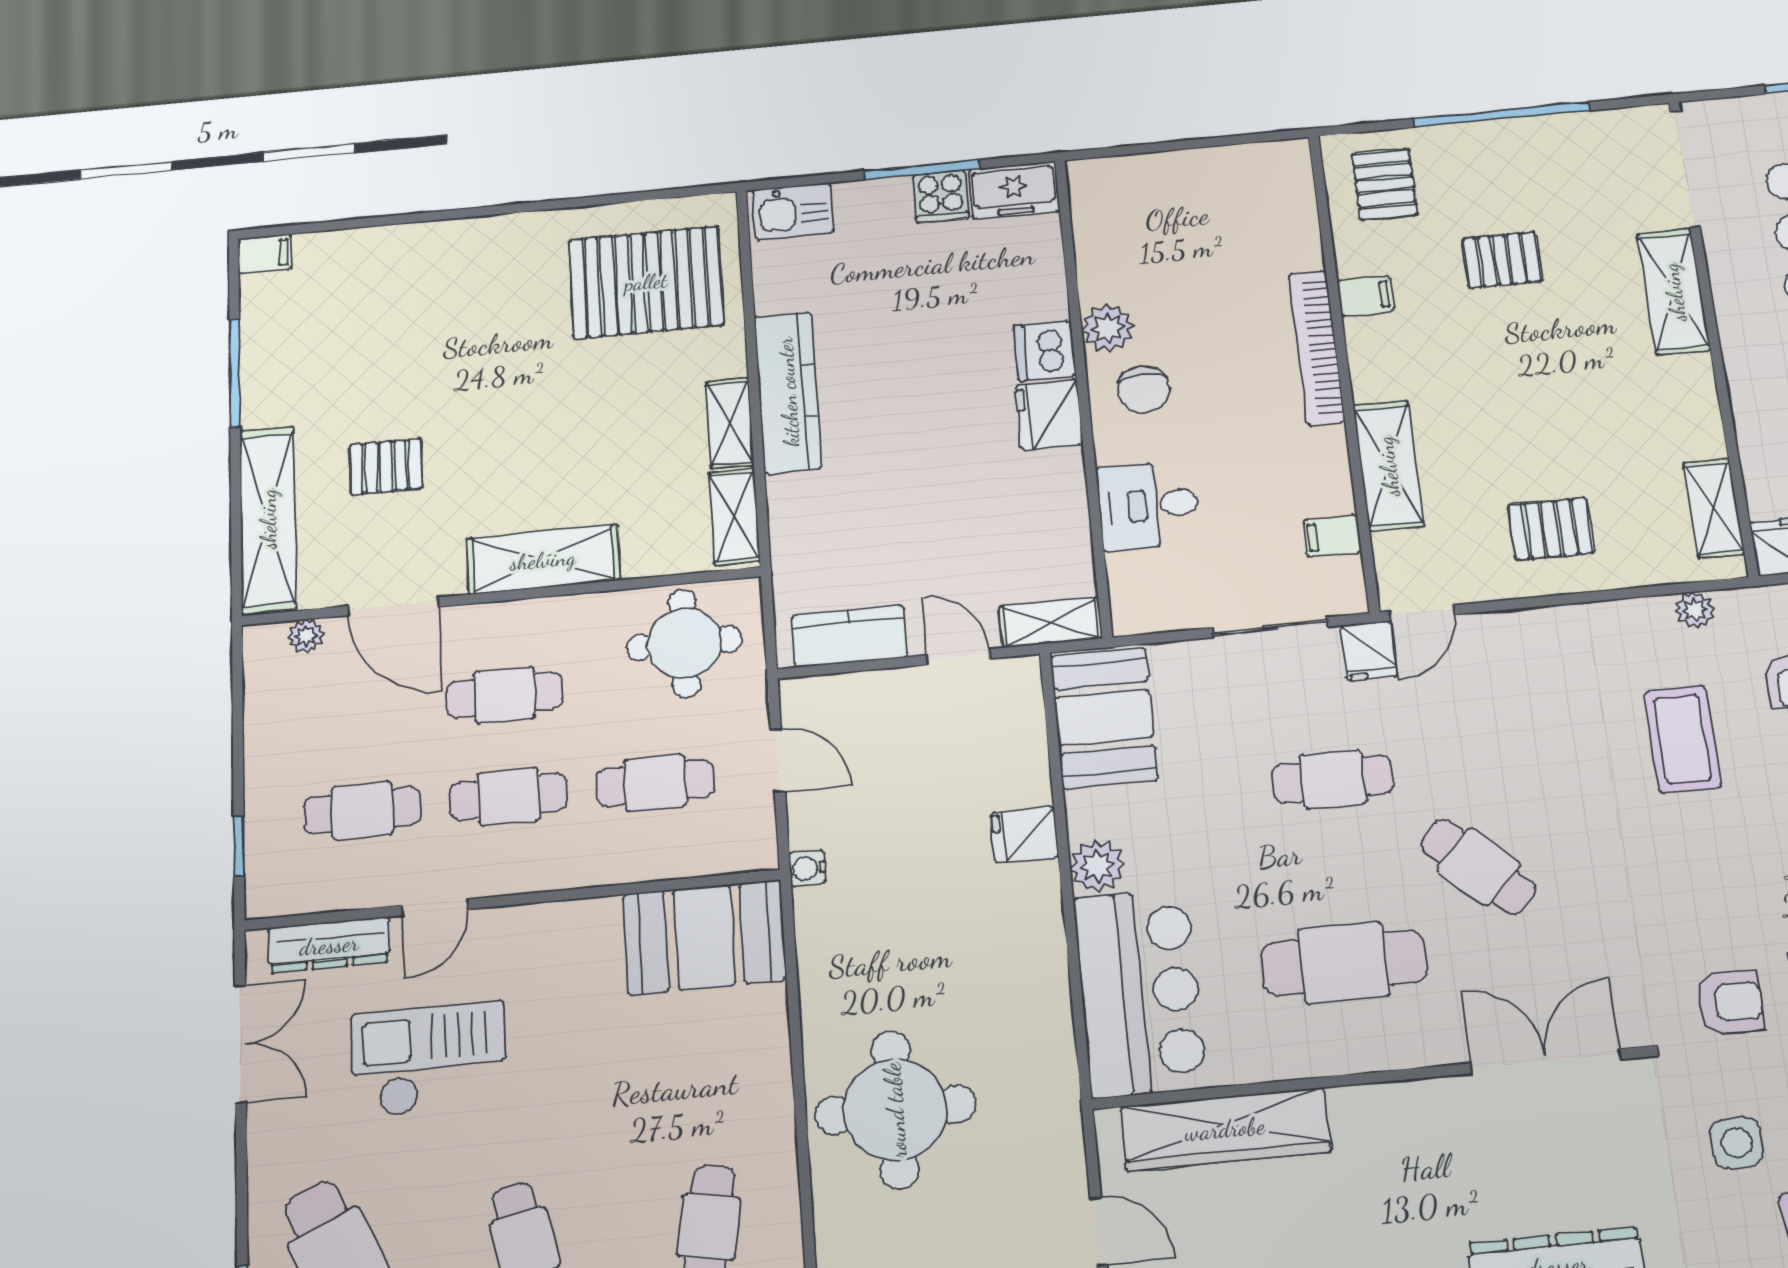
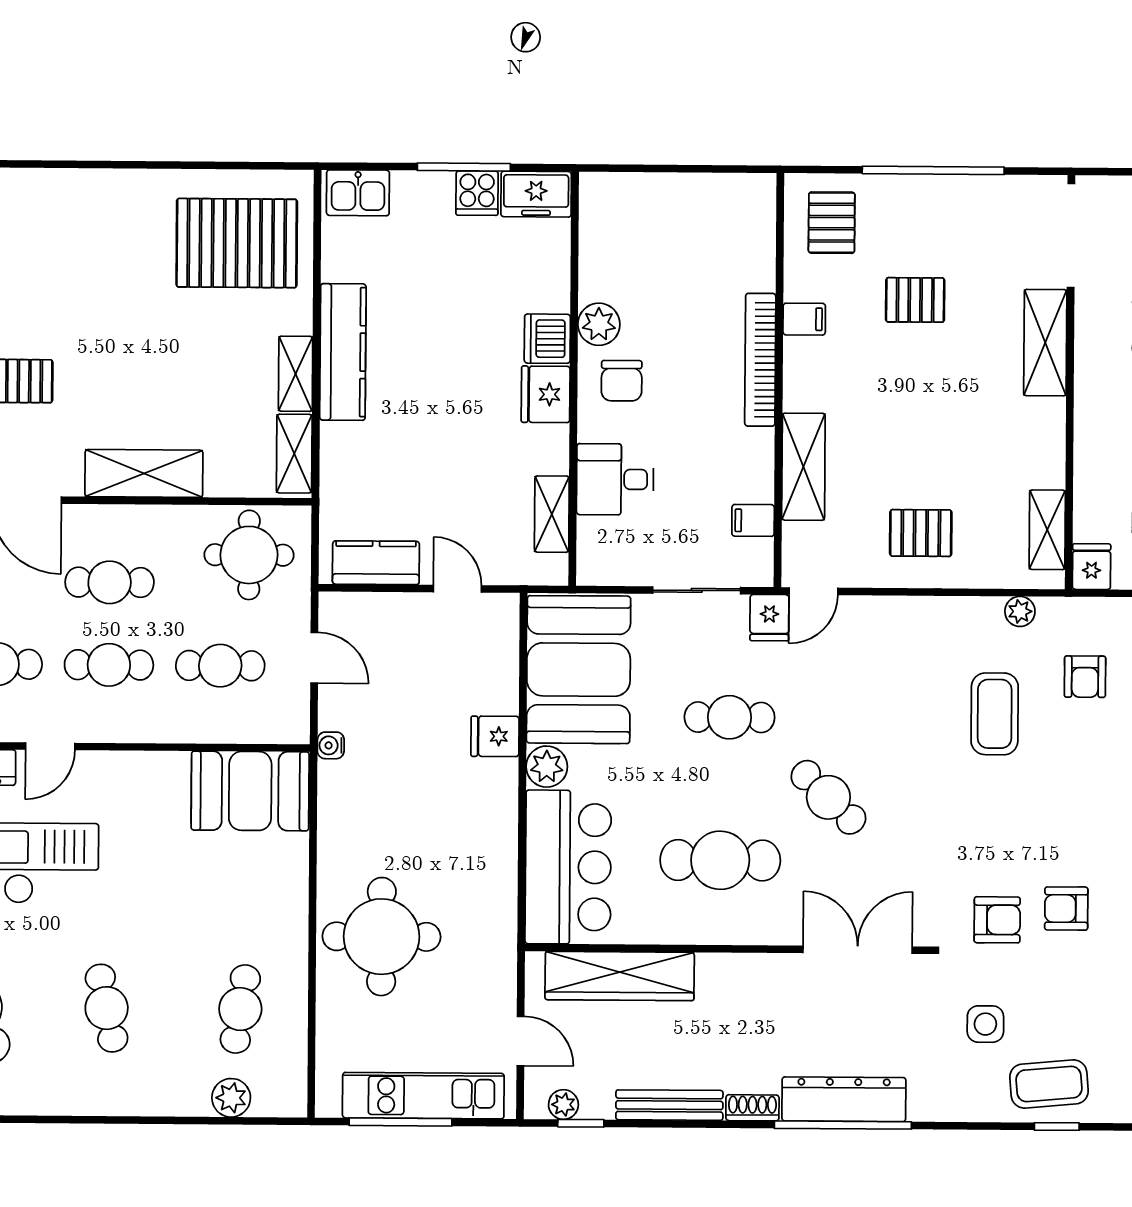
shelving: (1051, 622) -> (552, 514), moved, turned 90
booth: (1104, 718) -> (579, 670), width x1.36, depth x1.42

